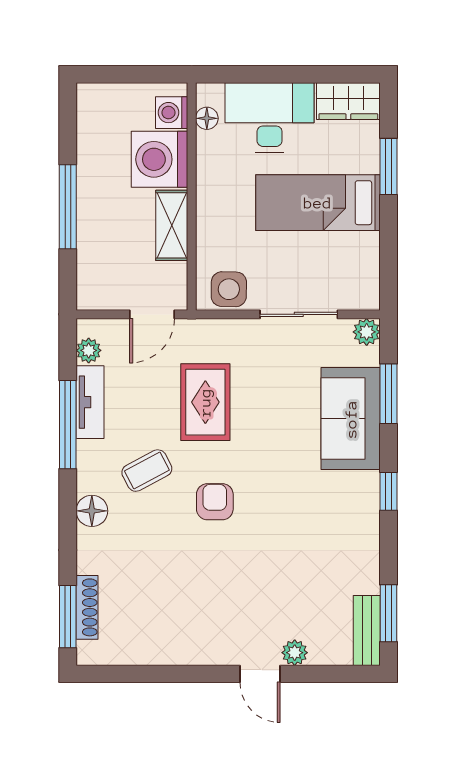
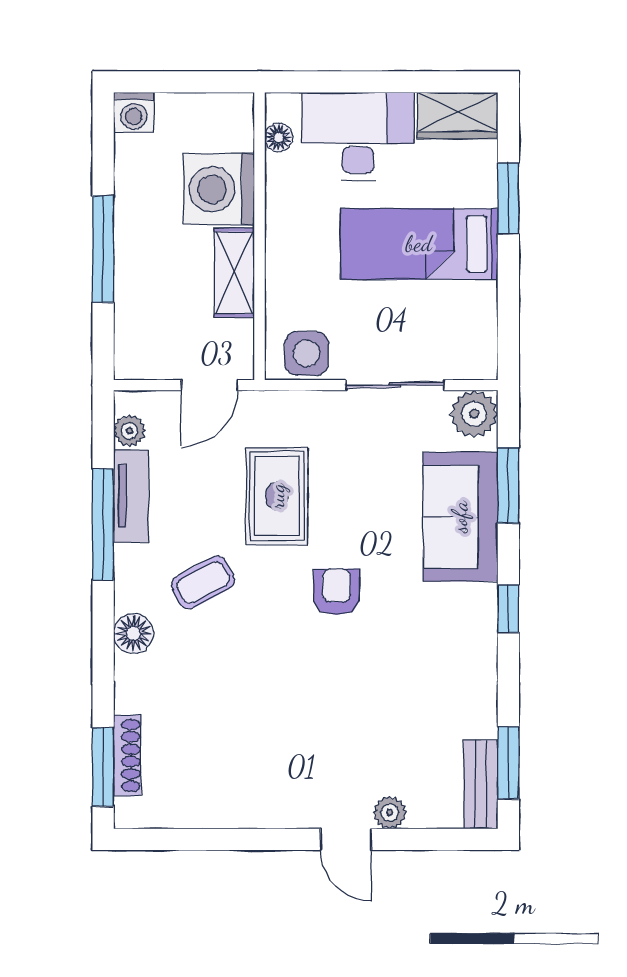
washing machine: (172, 113) -> (134, 112), moved, turned -90
plant: (367, 332) -> (474, 414), width x1.38, depth x1.38
armchair: (215, 502) -> (336, 592), moved

